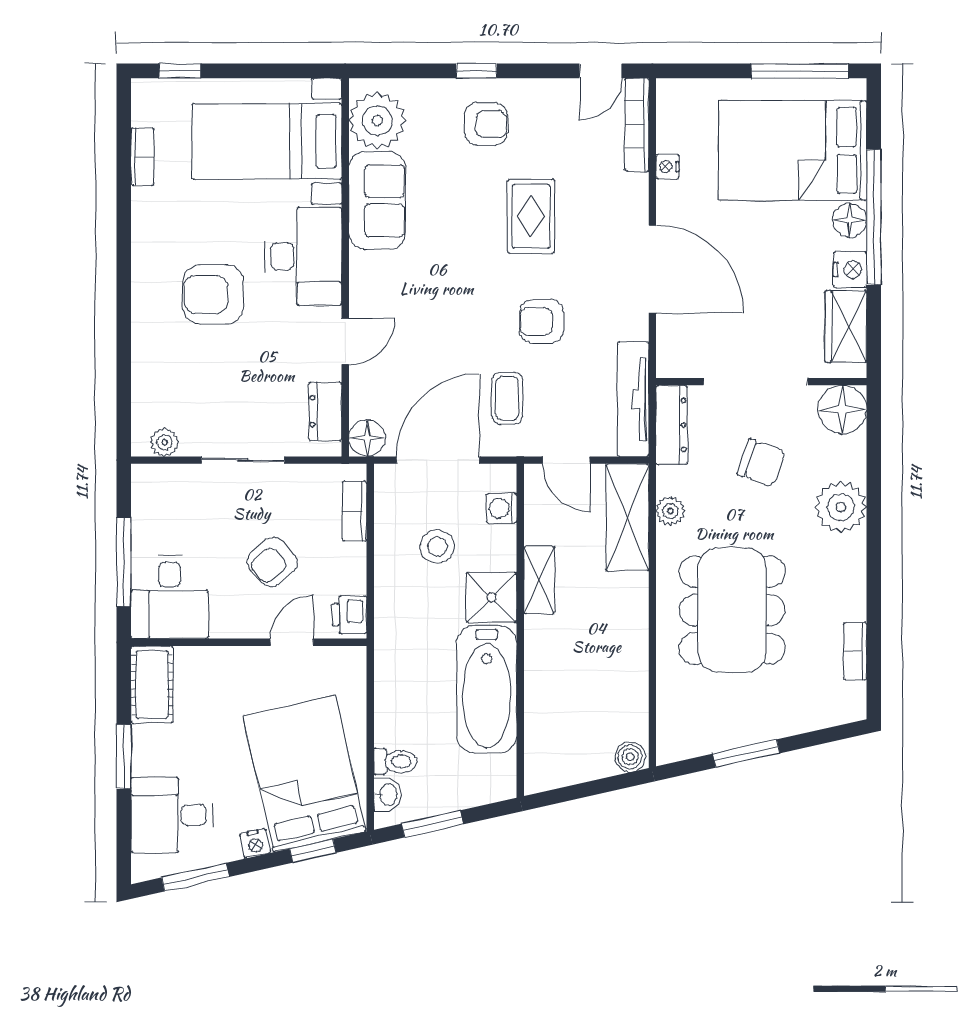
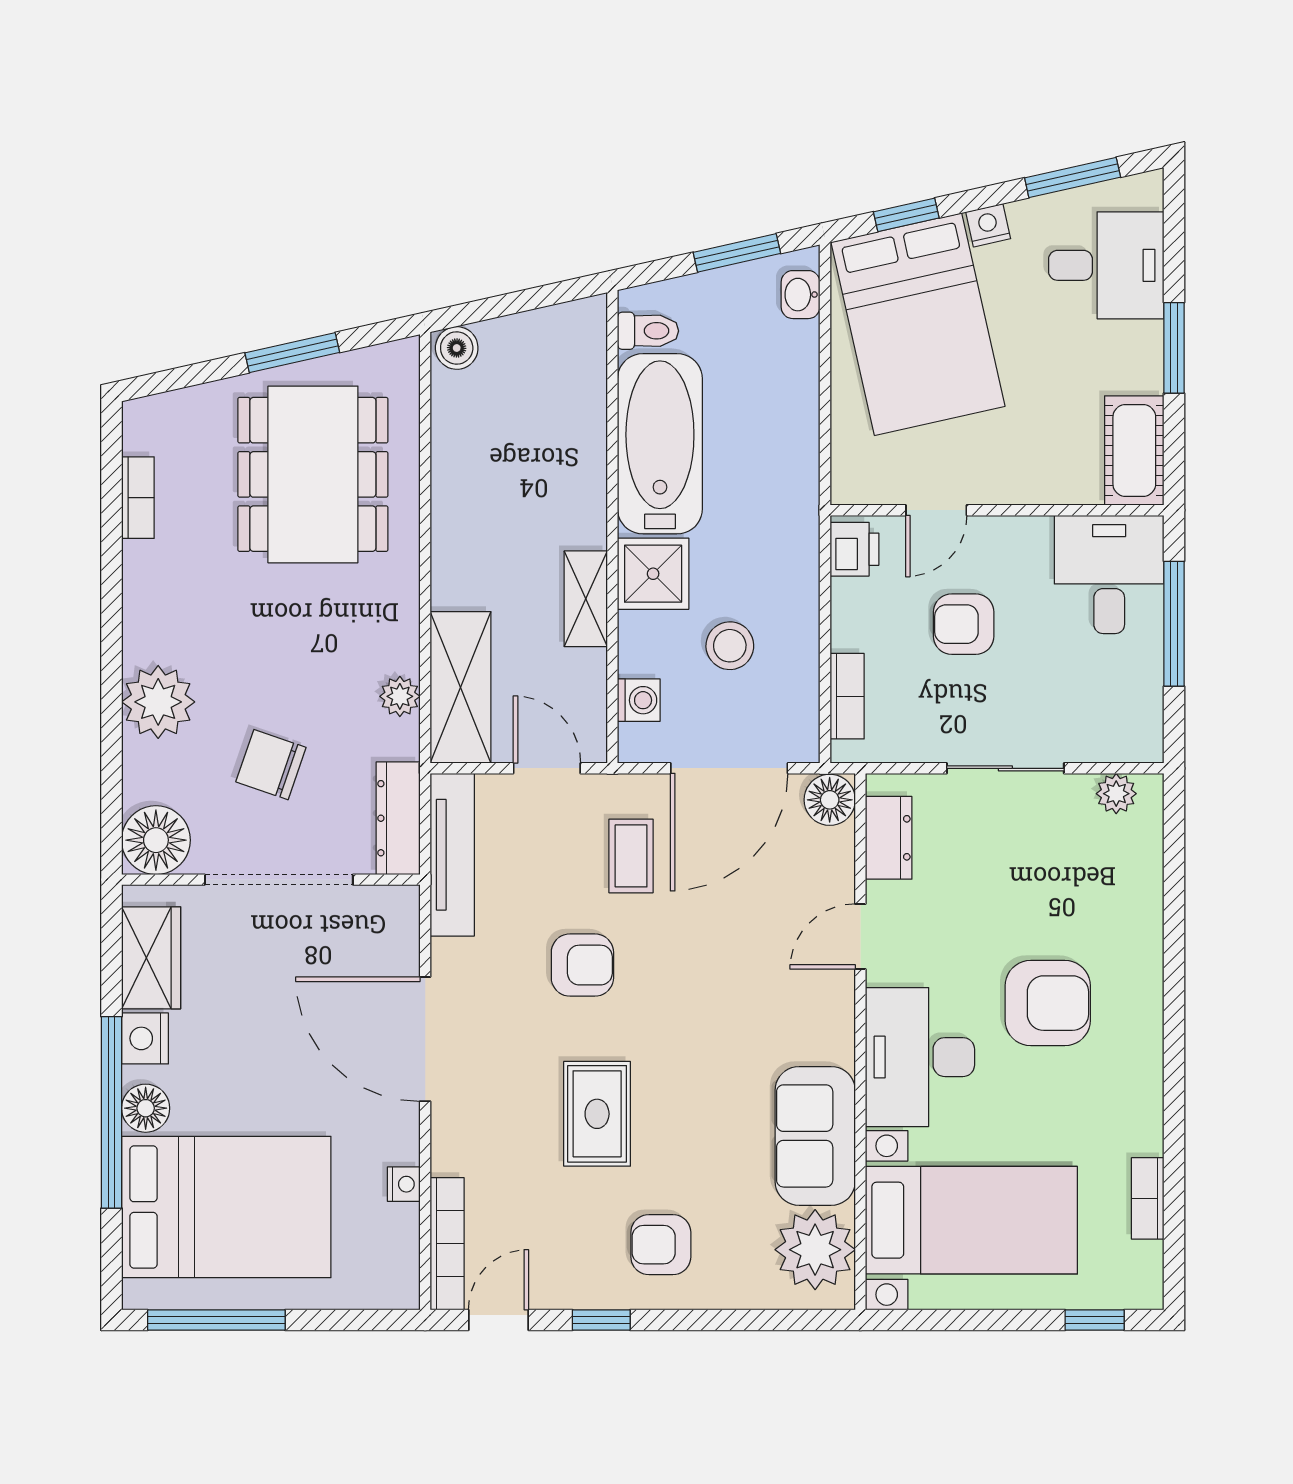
window: (477, 71) -> (601, 1320), moved
armchair: (272, 562) -> (964, 624), turned -139
dining table: (732, 610) -> (313, 474), moved
toilet: (395, 762) -> (648, 331), moved, turned 180

